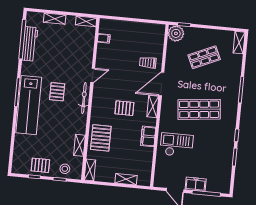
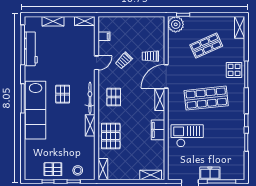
trolley: (121, 64) -> (124, 61), added
door: (93, 75) -> (97, 63), moved
display table: (229, 84) -> (234, 70), added
pallet: (124, 108) -> (114, 97), moved, turned 90
shelving: (80, 145) -> (90, 125), moved
shelving: (126, 179) -> (151, 175), moved

